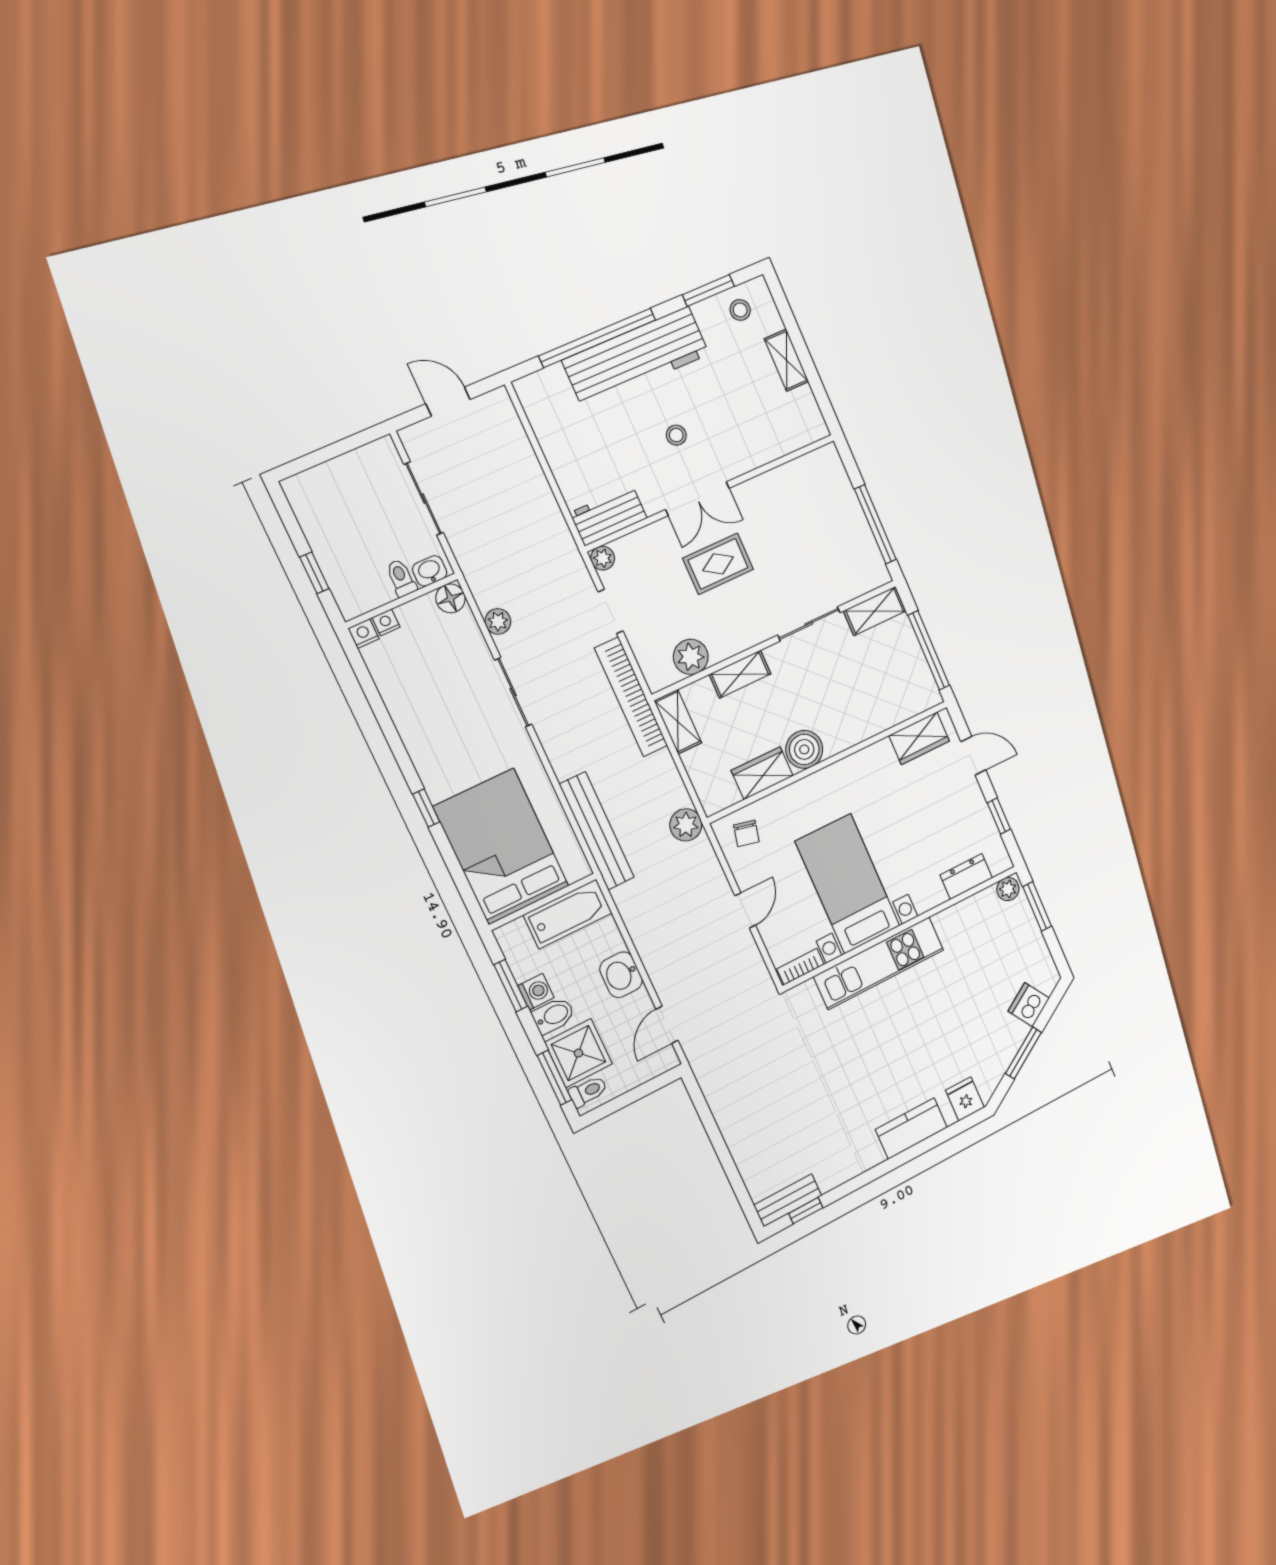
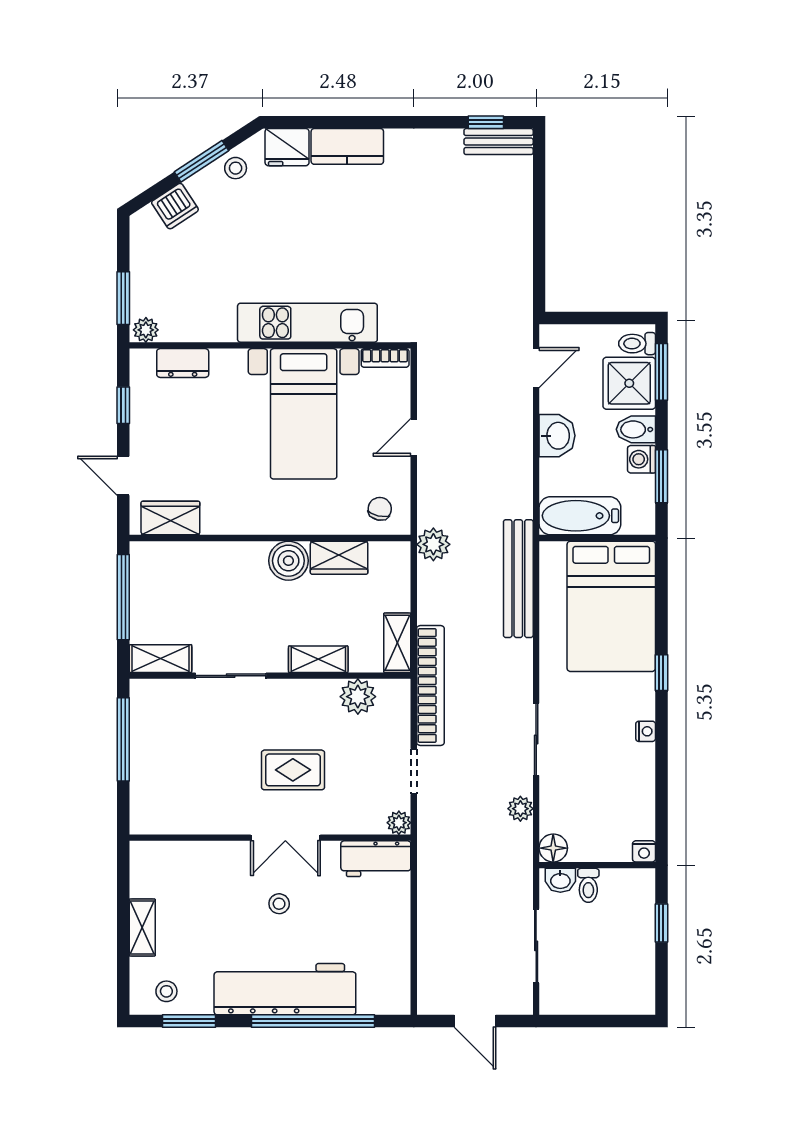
double door: (697, 499) -> (285, 838), swing flipped
nightstand: (386, 622) -> (646, 731), moved, turned -90
stool: (994, 1062) -> (236, 168), added
fridge: (965, 1099) -> (287, 147), width x1.38

